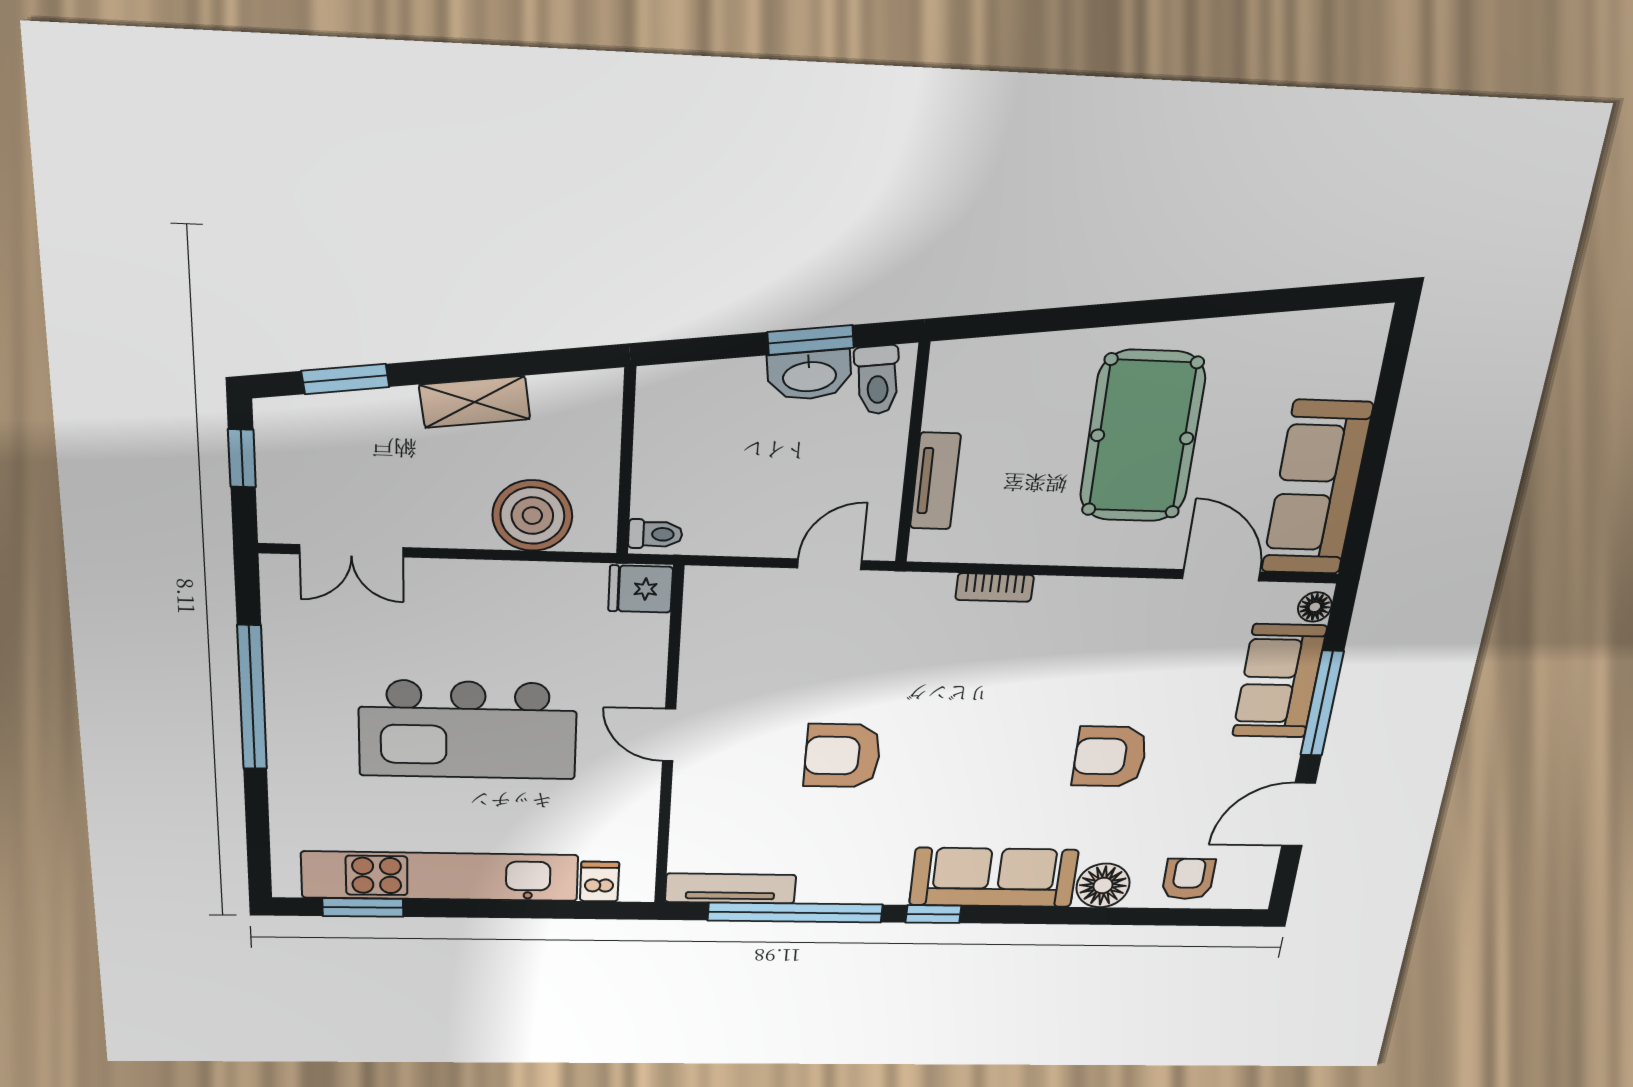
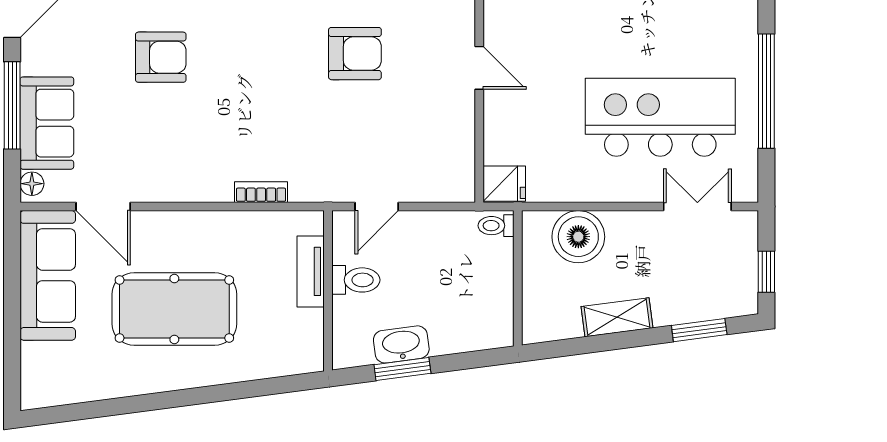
toilet: (877, 380) -> (356, 280), moved, turned 97
pool table: (1142, 437) -> (174, 309), turned 90
kitchen island: (468, 730) -> (660, 117), moved

